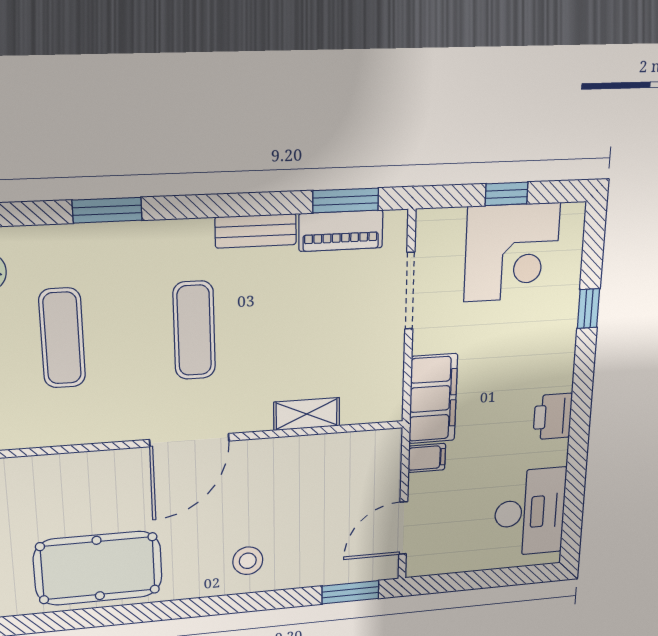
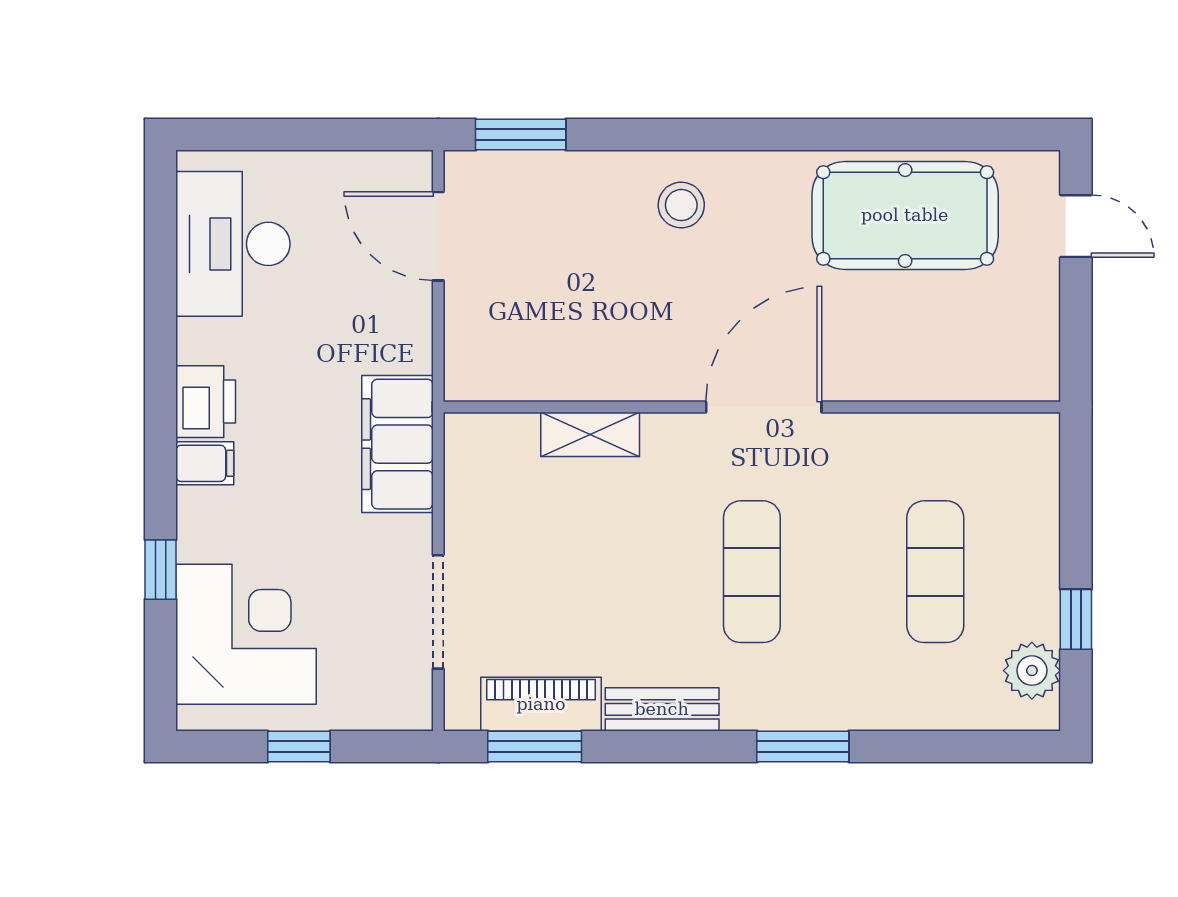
window: (107, 210) -> (803, 747), moved
corner desk: (512, 252) -> (246, 634), moved, turned 90
filing cabinet: (427, 458) -> (205, 463), moved, turned 180
door: (403, 528) -> (438, 236), swing flipped

